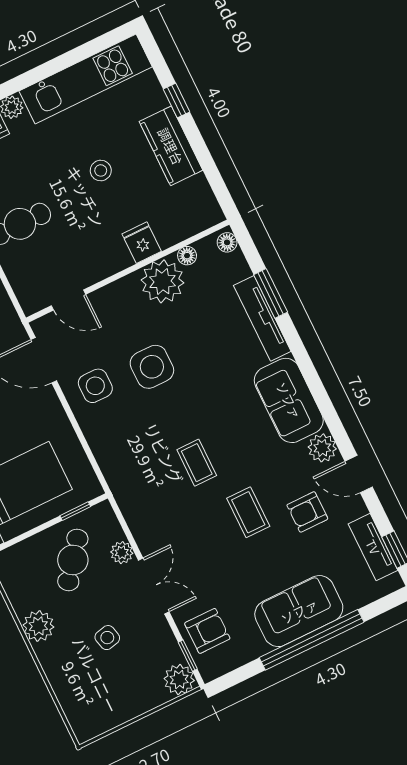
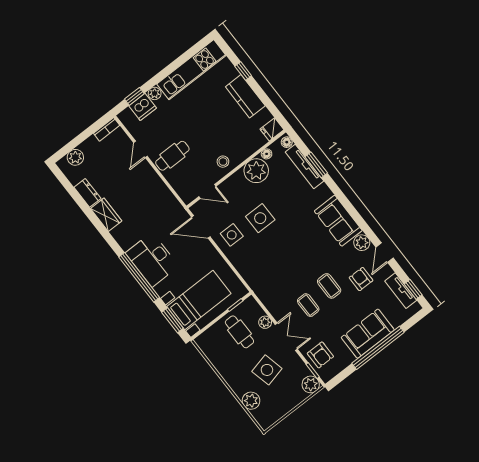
stool: (101, 170) -> (223, 162), moved
fridge: (142, 243) -> (272, 129), moved, turned -90
tv unit: (262, 318) -> (304, 166), moved
coffee table: (197, 463) -> (308, 305), moved
door: (359, 474) -> (385, 253), hinge flipped
armchair: (307, 512) -> (361, 279), turned 90
cafe table: (73, 560) -> (239, 332), turned -38
plant: (38, 626) -> (251, 401), moved
armchair: (207, 631) -> (320, 355), turned 90
side table: (107, 638) -> (267, 370), width x1.87, depth x1.87

